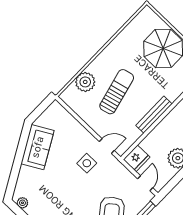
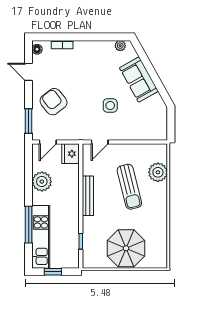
sofa: (37, 147) -> (139, 80), moved
side table: (87, 163) -> (110, 106), moved
door: (145, 183) -> (48, 142), hinge flipped

